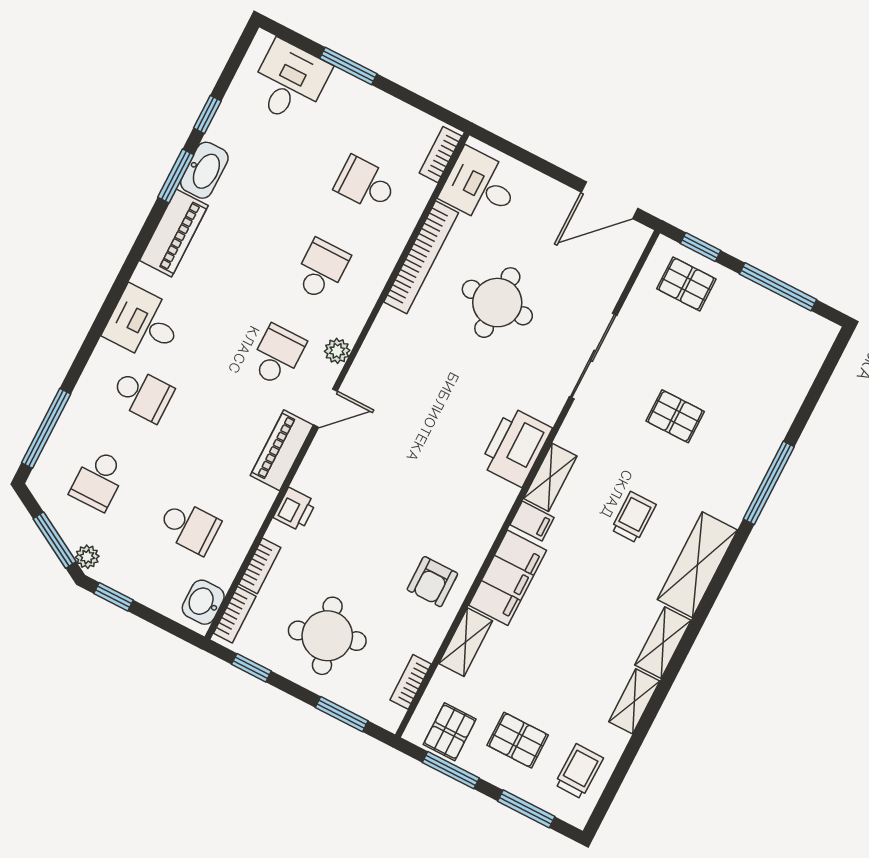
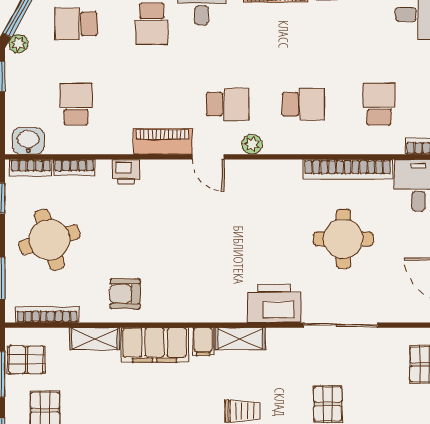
printer: (516, 447) -> (274, 304), moved
school desk: (189, 527) -> (76, 104), turned 180
bookcase: (411, 682) -> (47, 315), width x1.56

